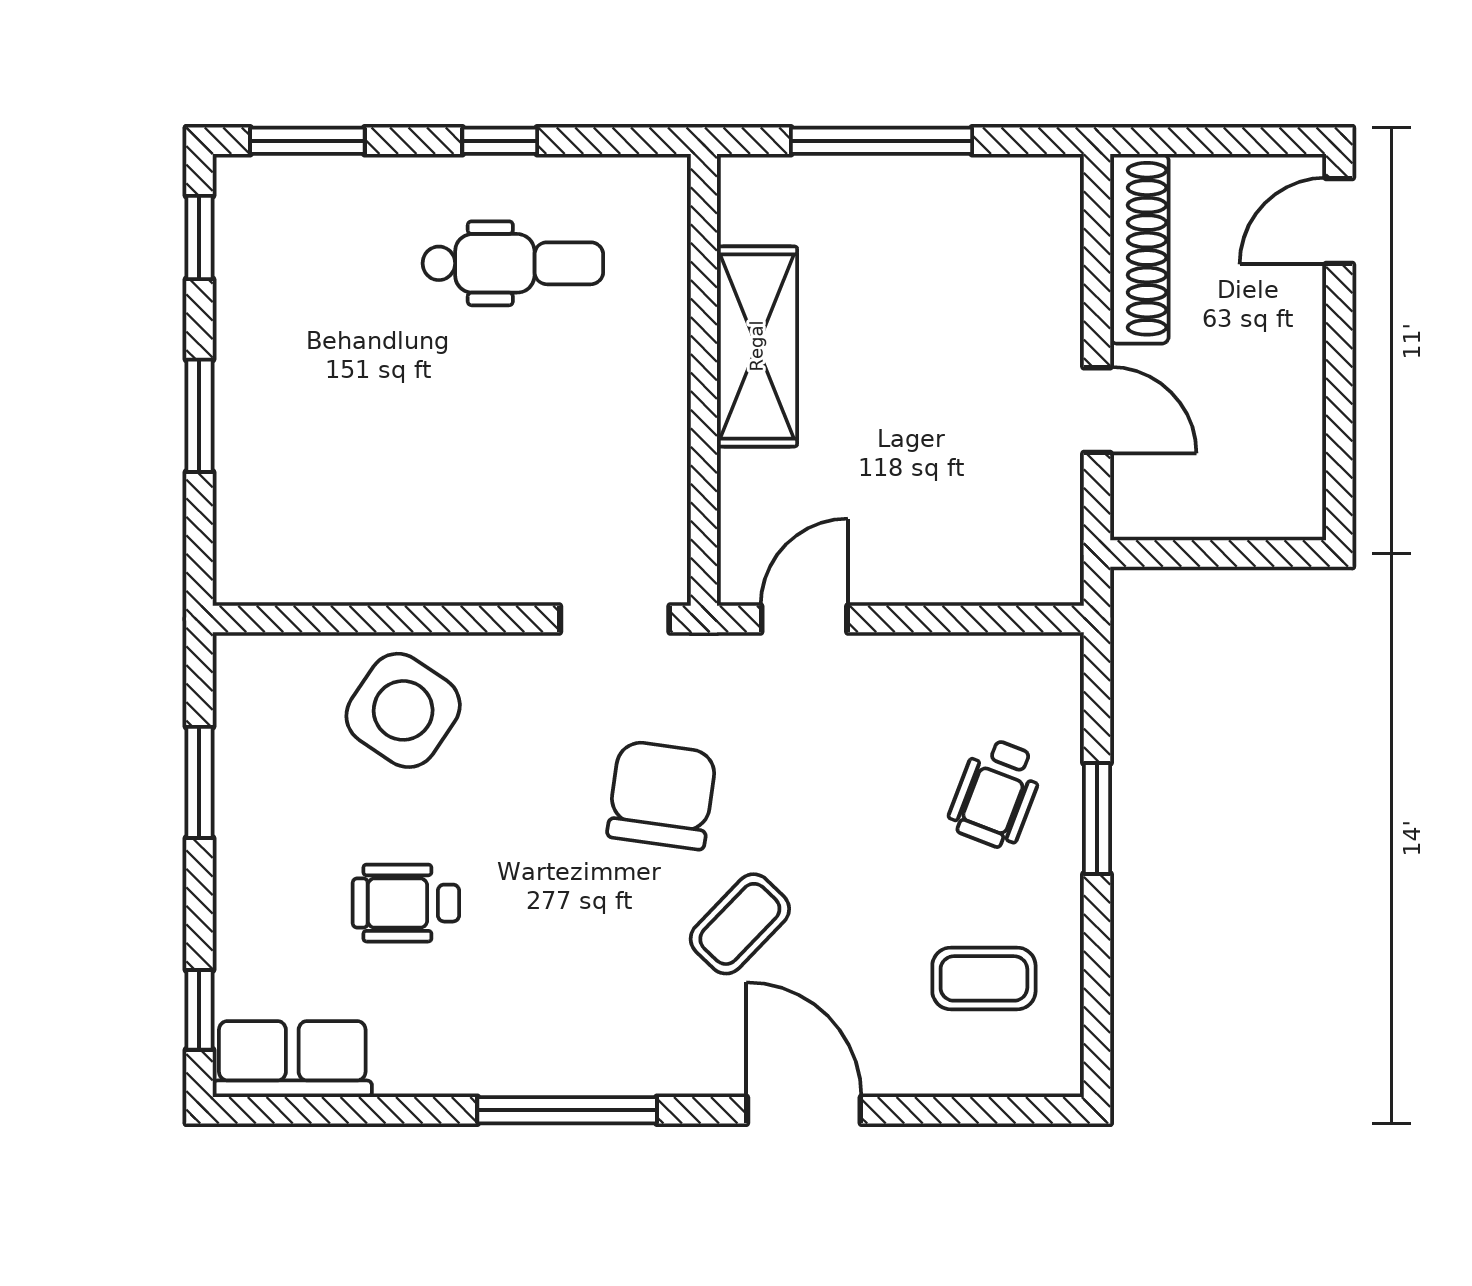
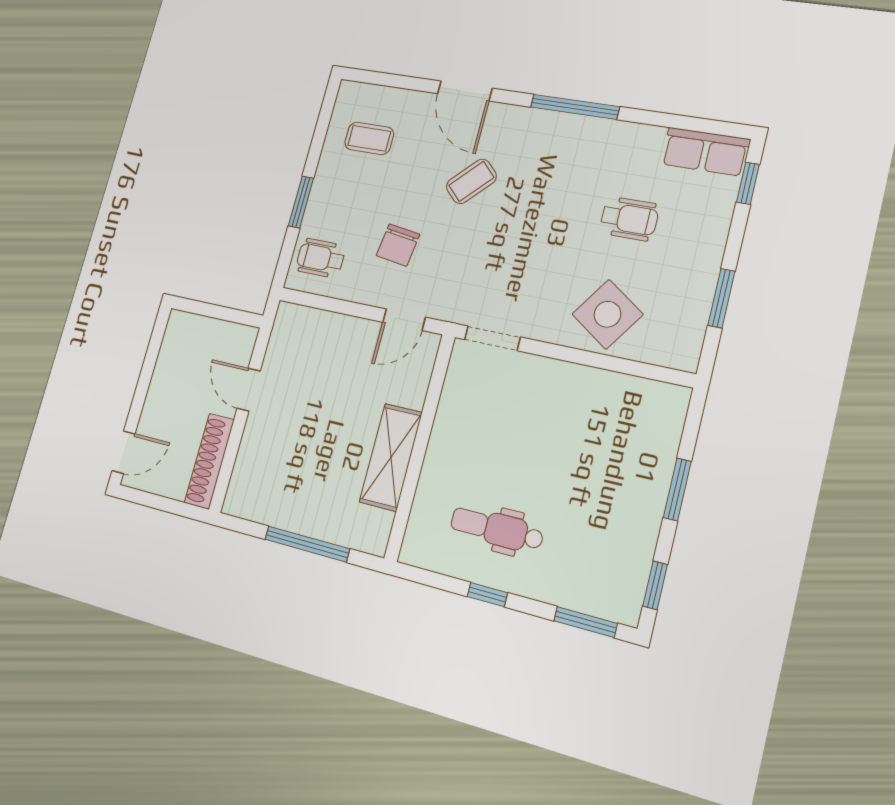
wheelchair: (996, 793) -> (321, 258), moved, turned -111
chair: (662, 795) -> (398, 245), moved, width x0.73, depth x0.73

